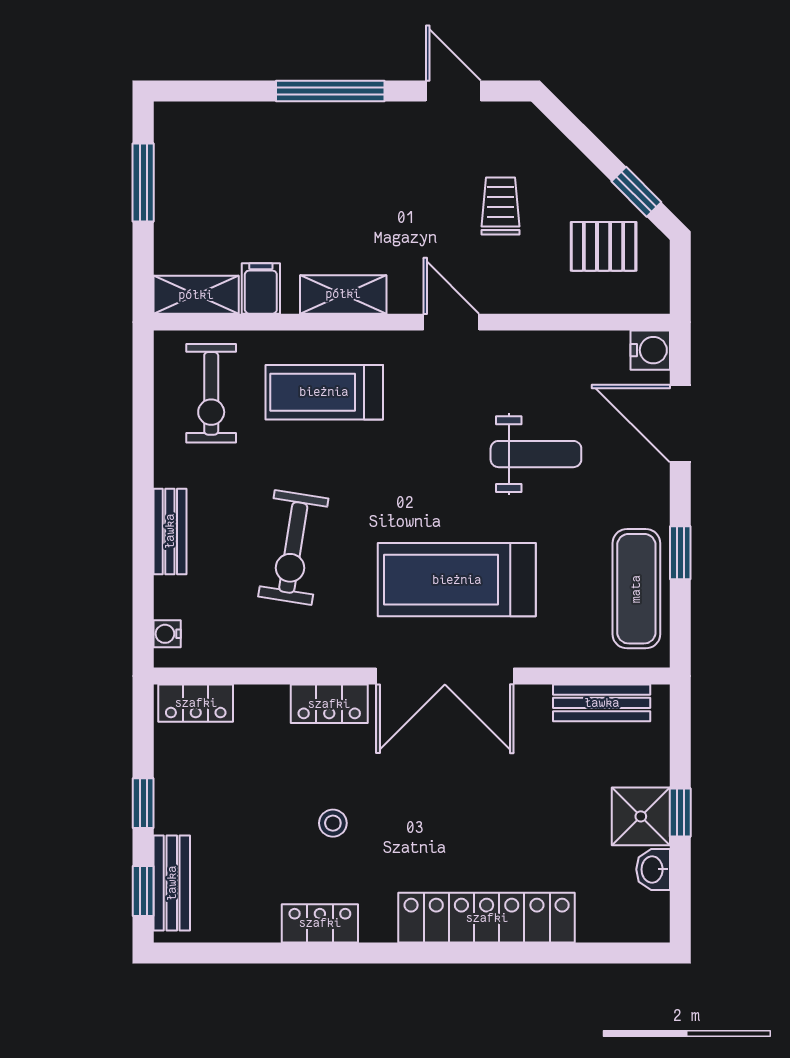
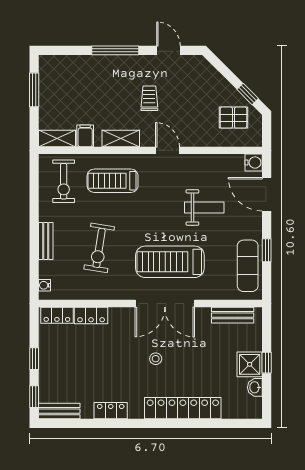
trolley: (500, 206) -> (149, 98), moved
locker: (329, 704) -> (91, 316), moved
stool: (333, 823) -> (156, 359), moved
bench: (172, 883) -> (59, 411), moved, turned 90

